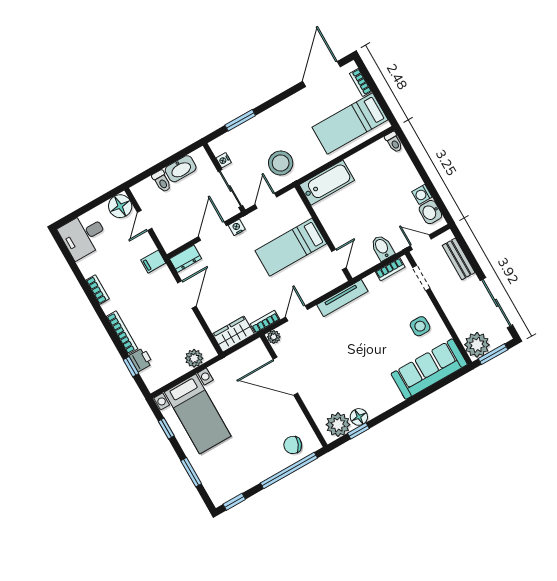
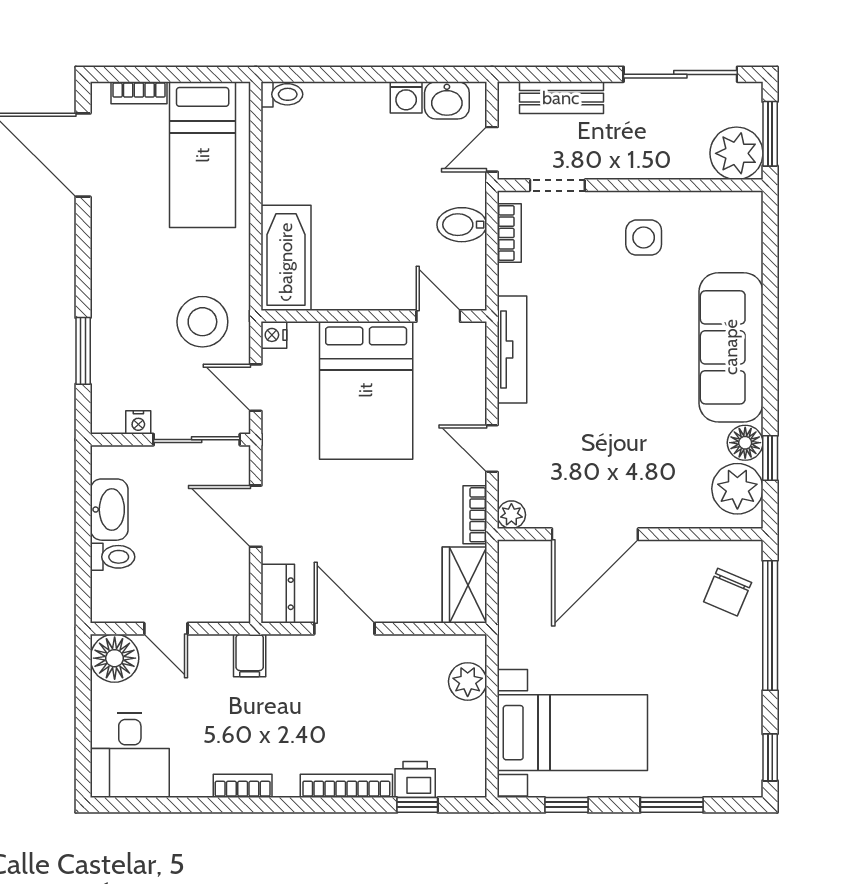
nightstand: (237, 227) -> (274, 335), moved
bed: (291, 247) -> (366, 390), width x1.50
sofa: (429, 369) -> (731, 347), moved

